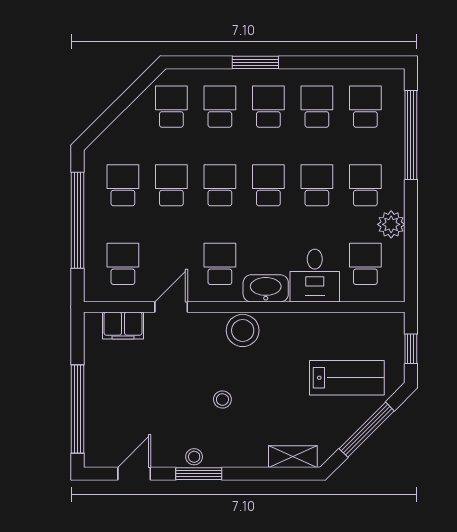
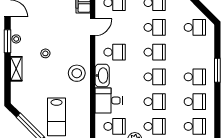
school desk: (220, 107) -> (195, 52), removed
door: (171, 307) -> (93, 27), hinge flipped
stool: (243, 330) -> (77, 73), moved
shelving: (293, 457) -> (16, 69), moved

